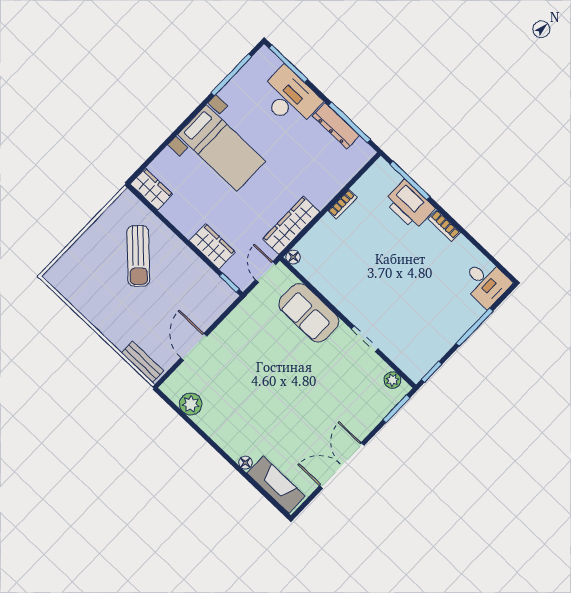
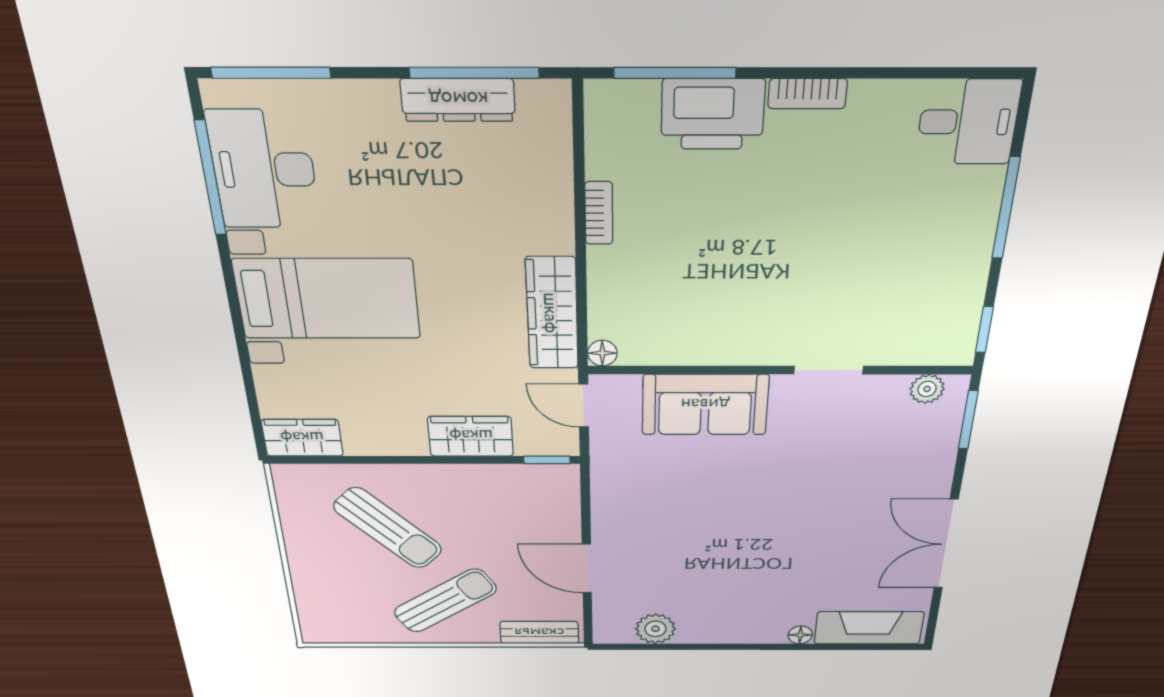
desk: (289, 98) -> (264, 170), moved, turned -90
sun lounger: (122, 310) -> (445, 601), added

